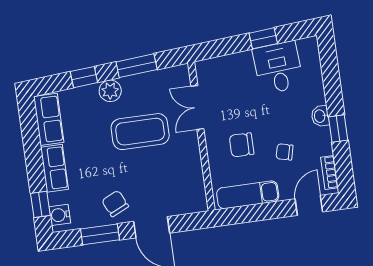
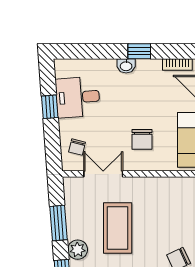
double door: (197, 107) -> (103, 174), swing flipped
chair: (285, 152) -> (77, 147), moved

